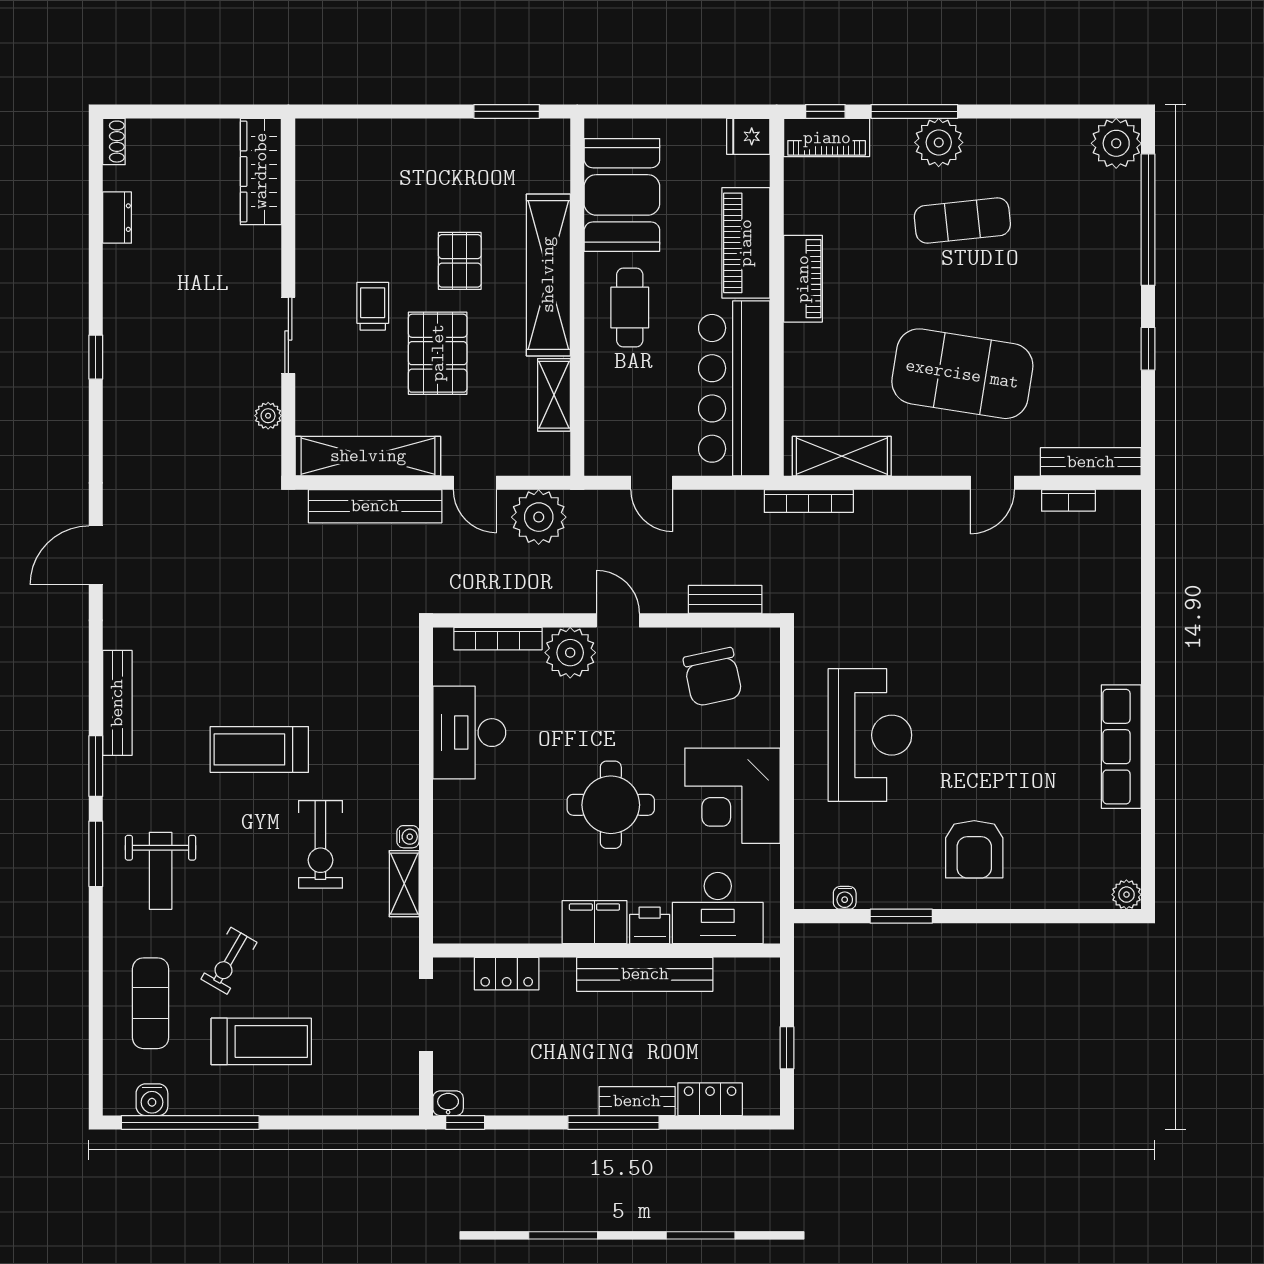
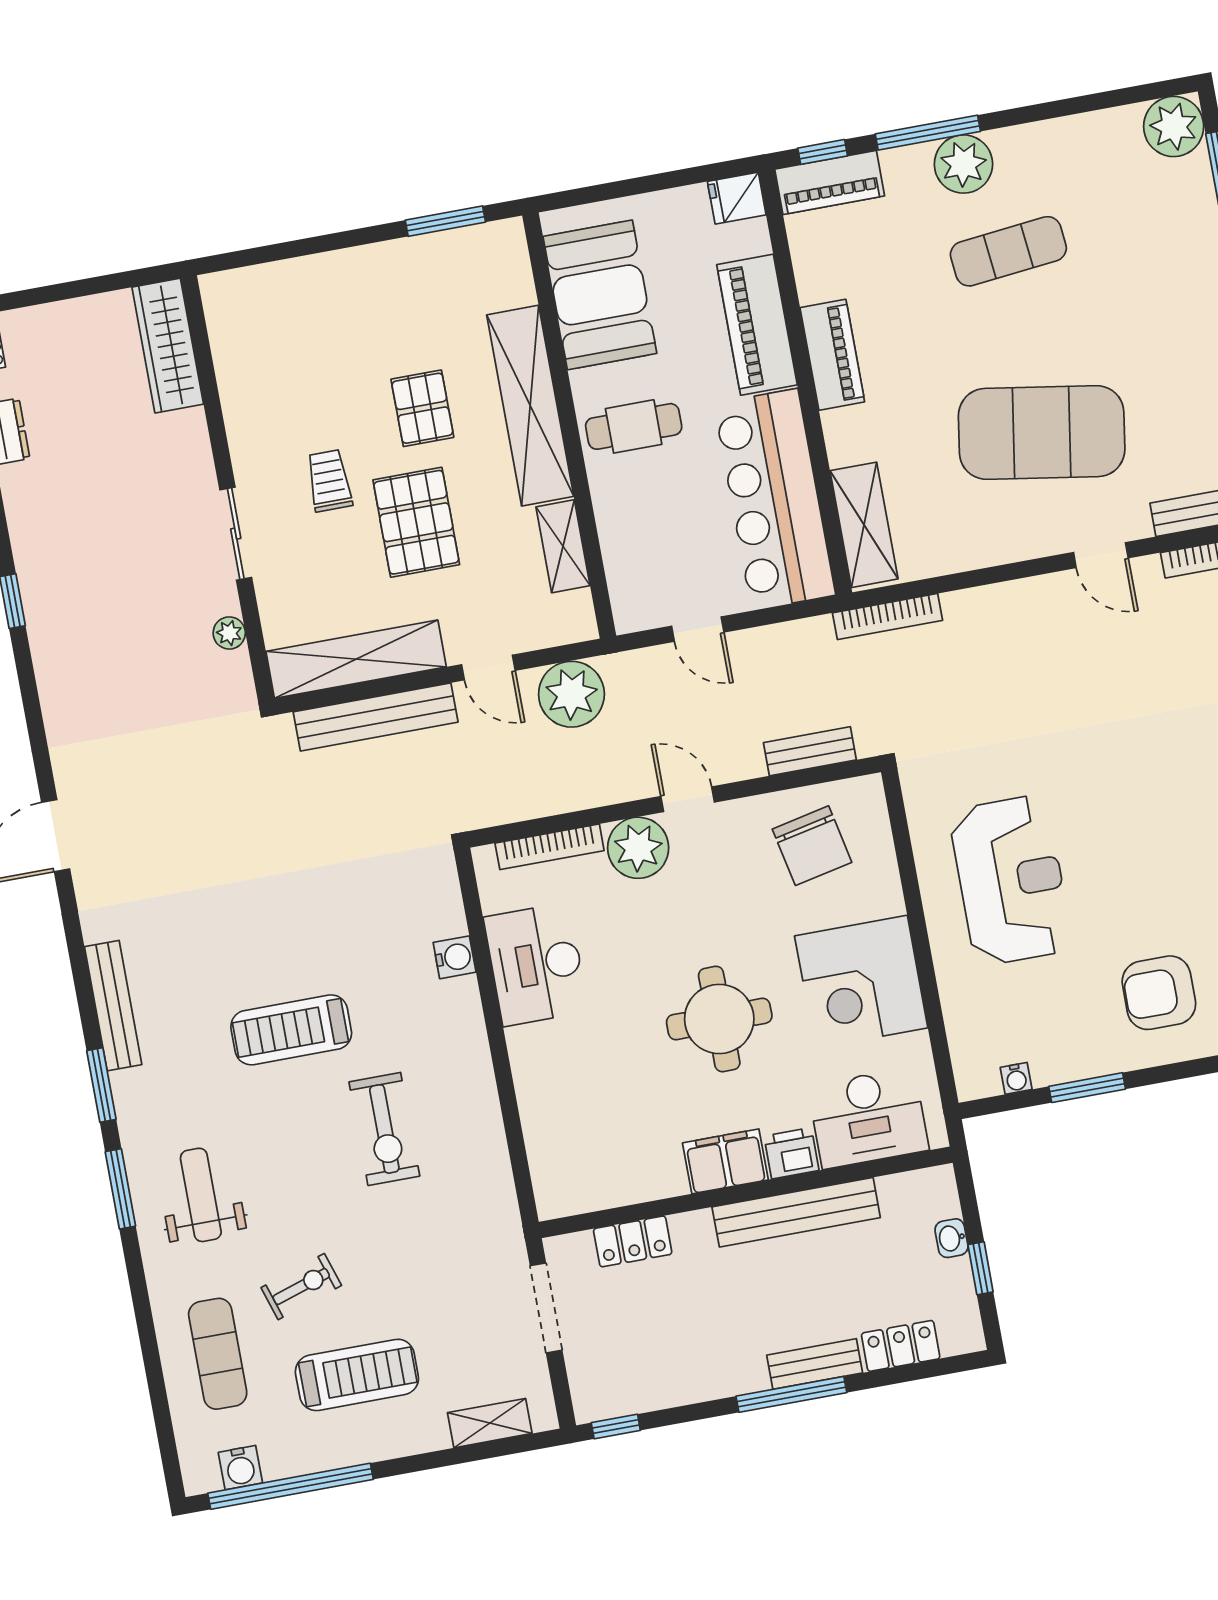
cafe table: (630, 307) -> (634, 426), turned 90
shelving: (842, 456) -> (864, 525), moved, turned 90
door: (992, 483) -> (1101, 555), hinge flipped
water cooler: (408, 837) -> (455, 957), moved, width x1.38, depth x1.38
armchair: (974, 849) -> (1159, 993), turned 90
weight bench: (161, 871) -> (201, 1195), turned 180
shelving: (404, 884) -> (490, 1423), moved, turned 90
exercise bike: (229, 961) -> (301, 1287), turned -138
washbasin: (448, 1103) -> (951, 1238), moved, turned -90

